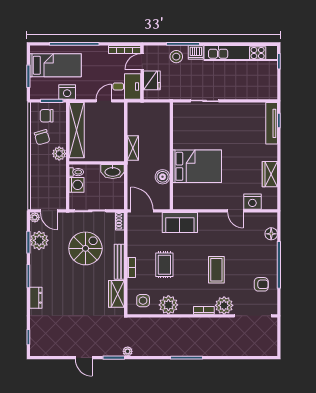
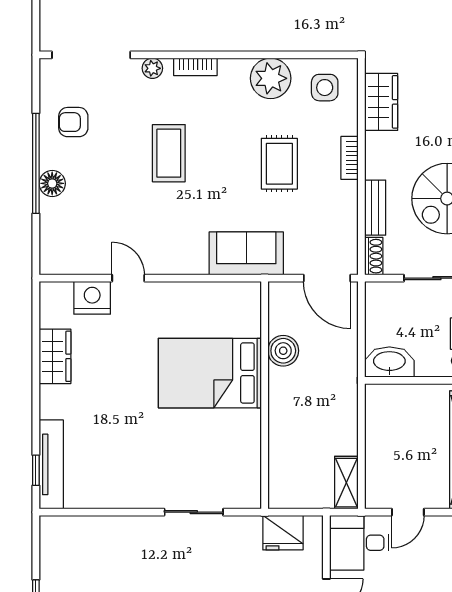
fridge: (152, 80) -> (283, 533), moved, turned -90
shelving: (133, 148) -> (346, 483), moved
floor lamp: (271, 234) -> (52, 183), moved
bench: (119, 262) -> (375, 208), moved, width x0.73
plant: (224, 305) -> (152, 68), width x0.53, depth x0.53

